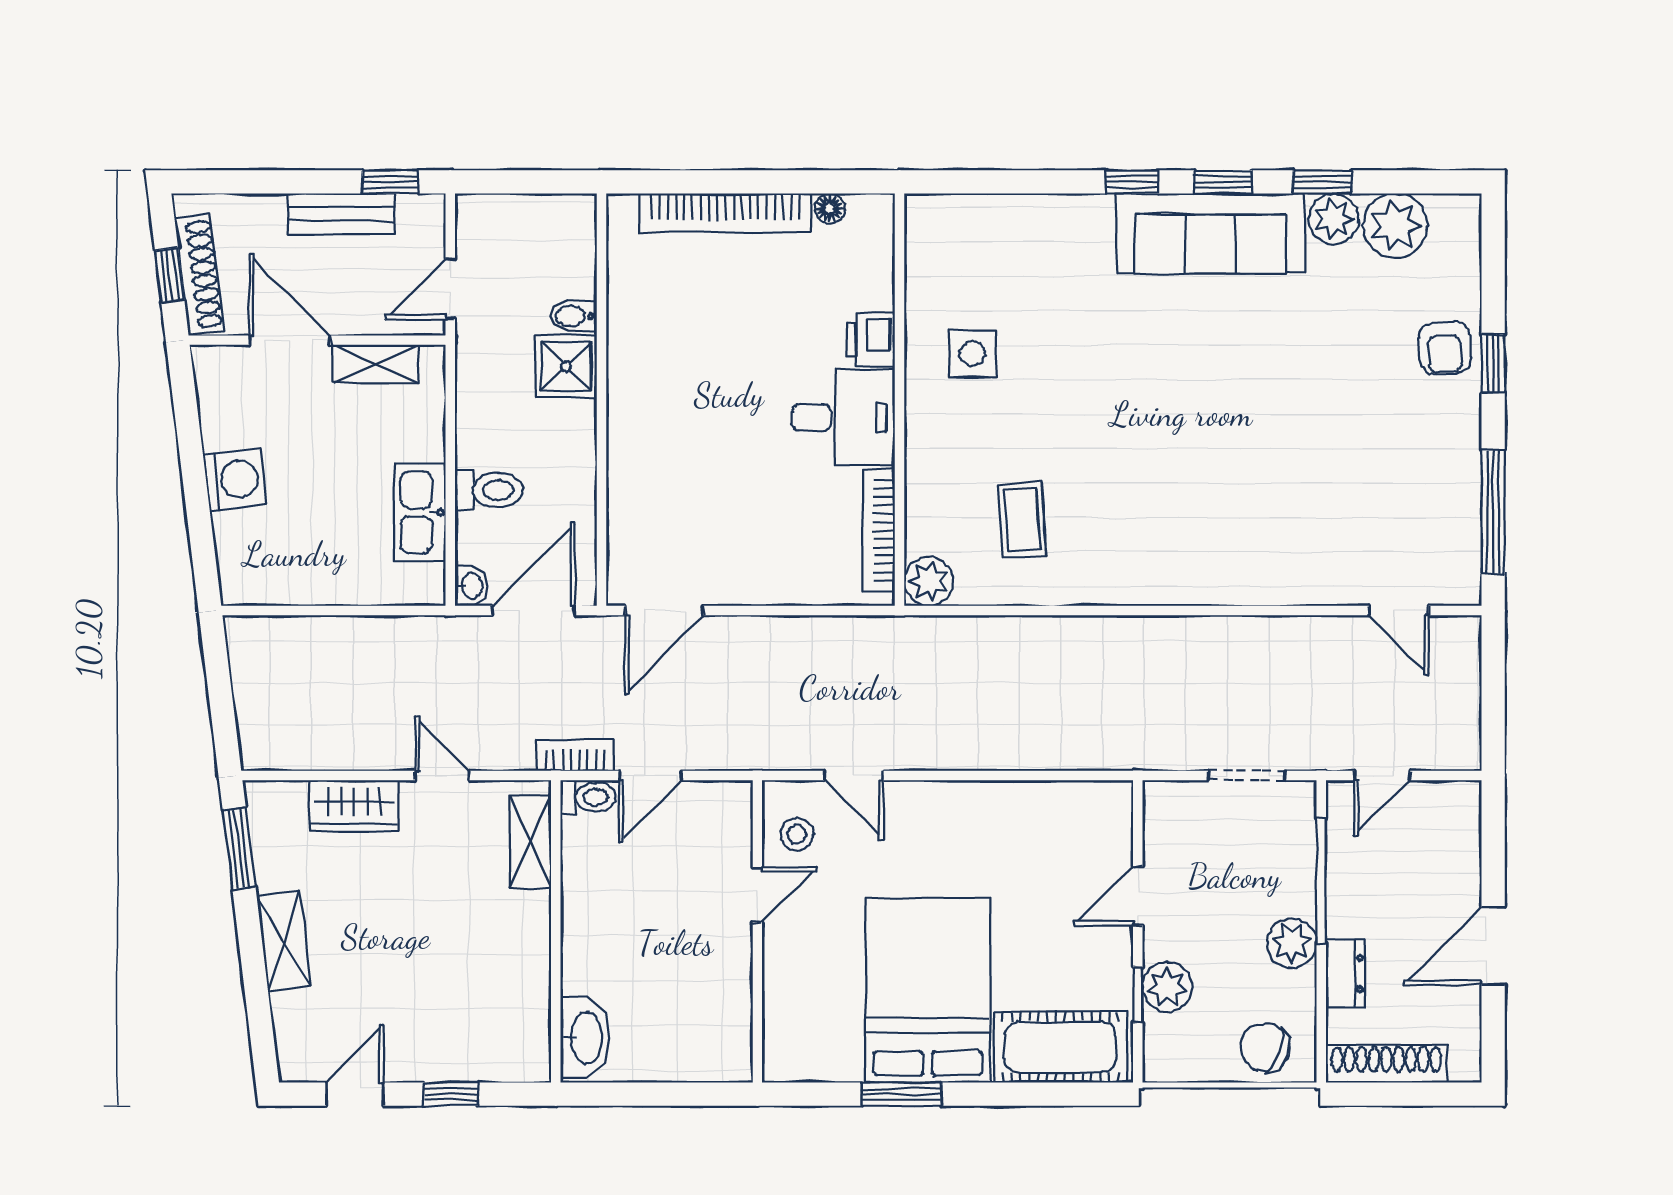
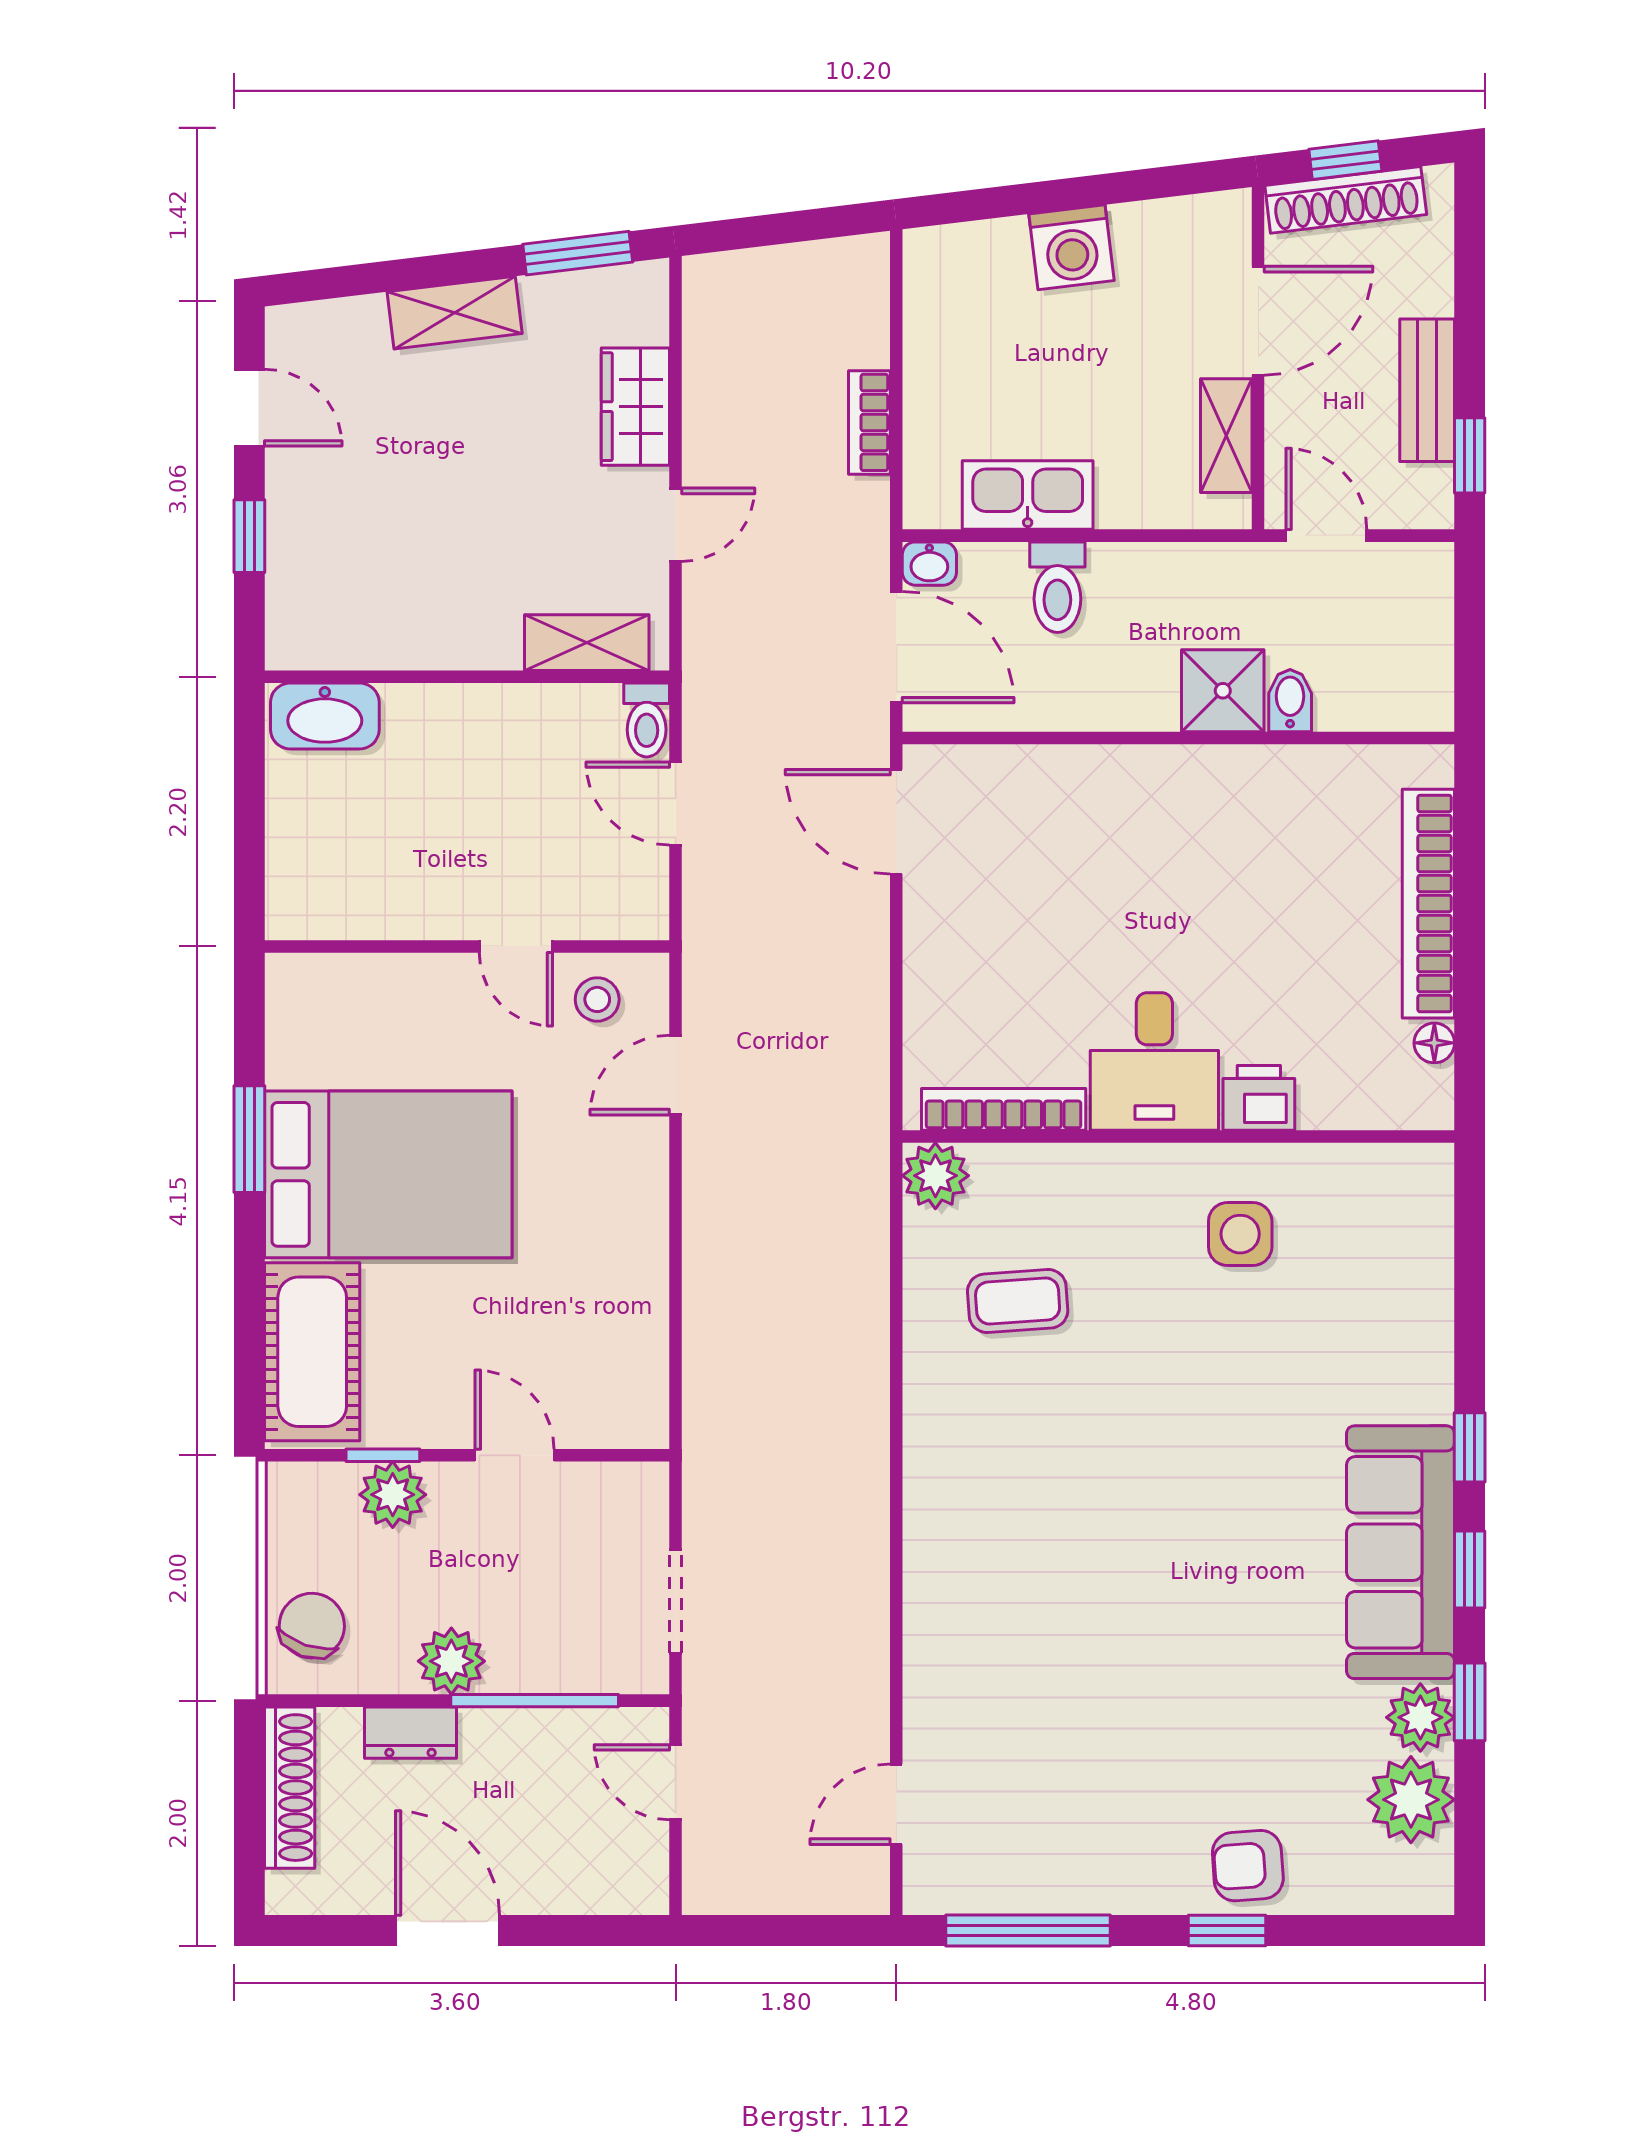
bookcase: (575, 755) -> (869, 422), moved, turned 180

